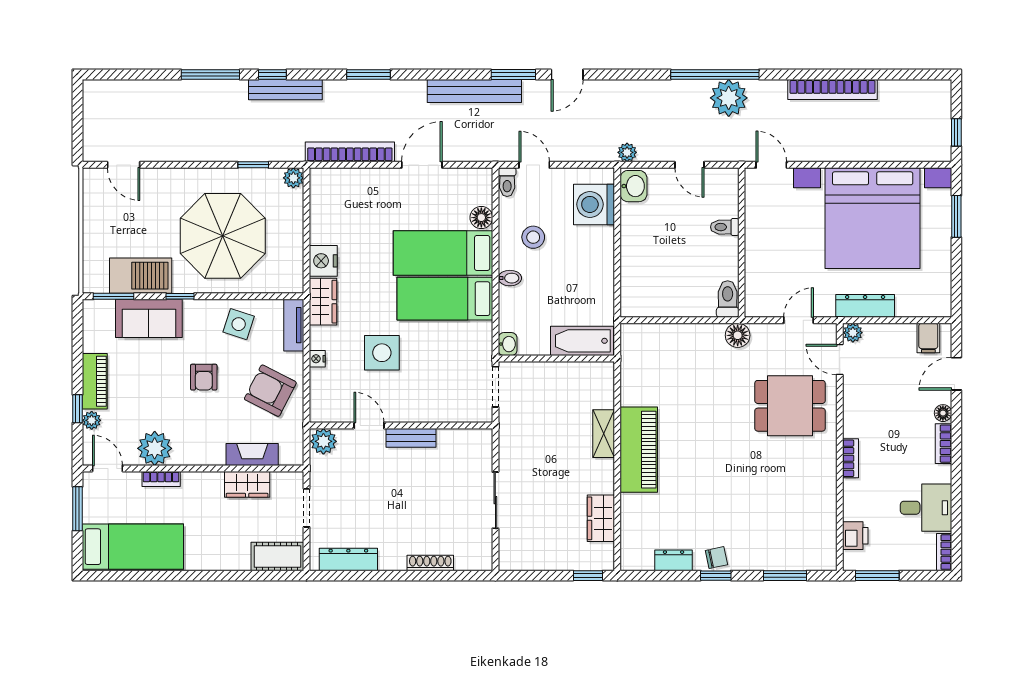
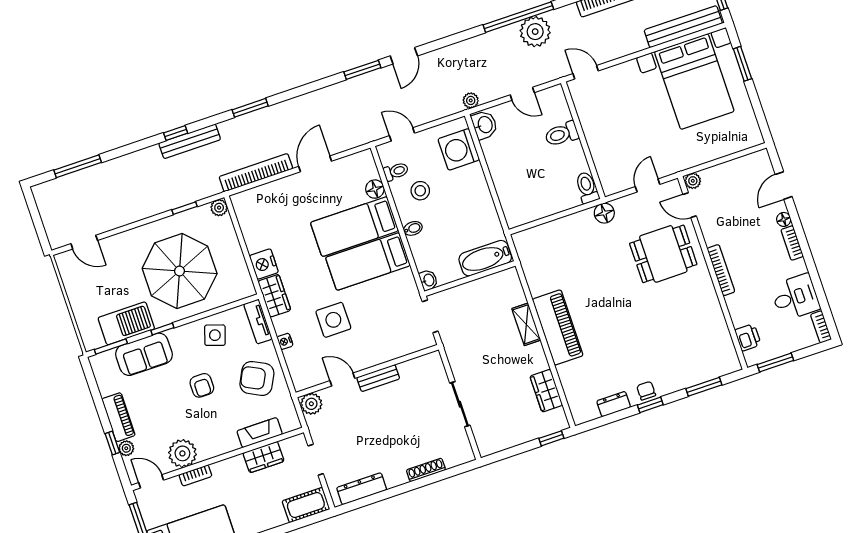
window: (210, 74) -> (78, 166), moved
bench: (474, 91) -> (683, 27), moved
toilet: (507, 182) -> (396, 171), moved, turned -90
bed with nightstands: (873, 218) -> (694, 81), width x0.73
toilet: (725, 227) -> (562, 134), width x1.37, depth x1.39
dresser: (865, 306) -> (695, 157), removed
filing cabinet: (928, 338) -> (753, 165), removed
bookcase: (850, 458) -> (721, 270), width x1.56
chair: (716, 558) -> (646, 391), turned -78

